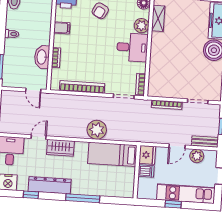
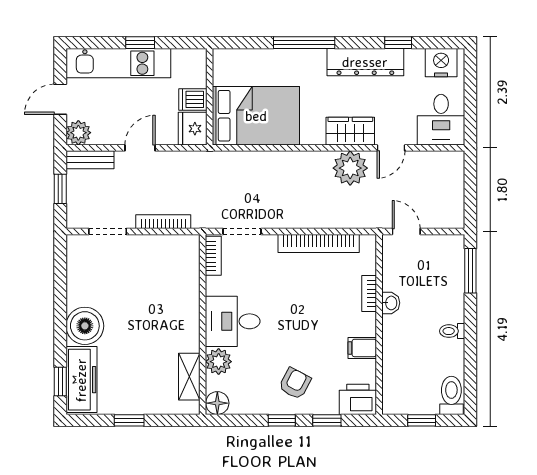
washbasin: (42, 57) -> (391, 303), width x0.52, depth x0.69
plant: (97, 130) -> (350, 168), moved
bed: (112, 154) -> (256, 116), width x1.50
plant: (197, 156) -> (78, 133), moved

